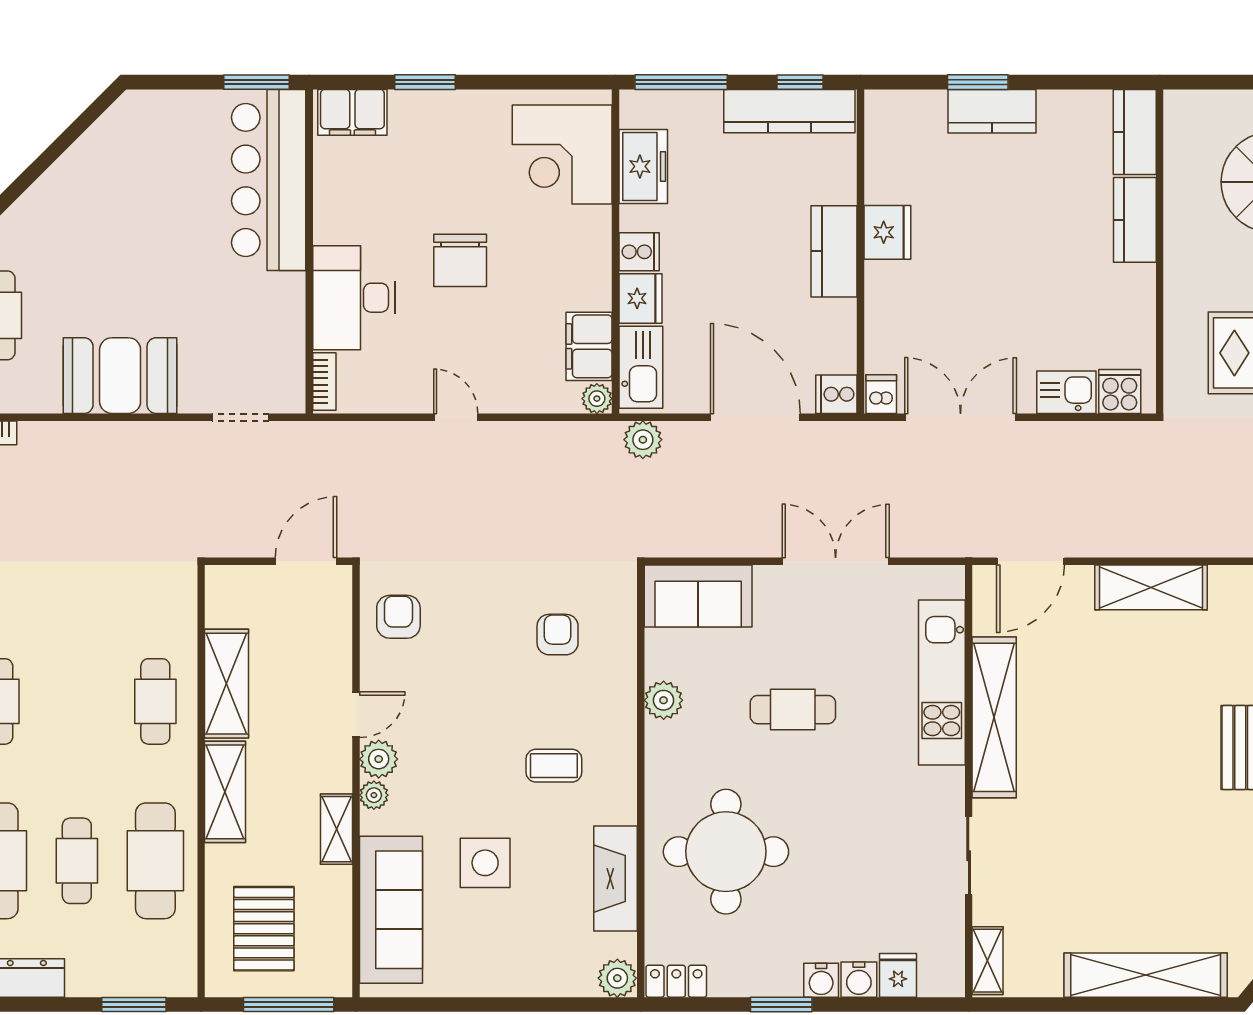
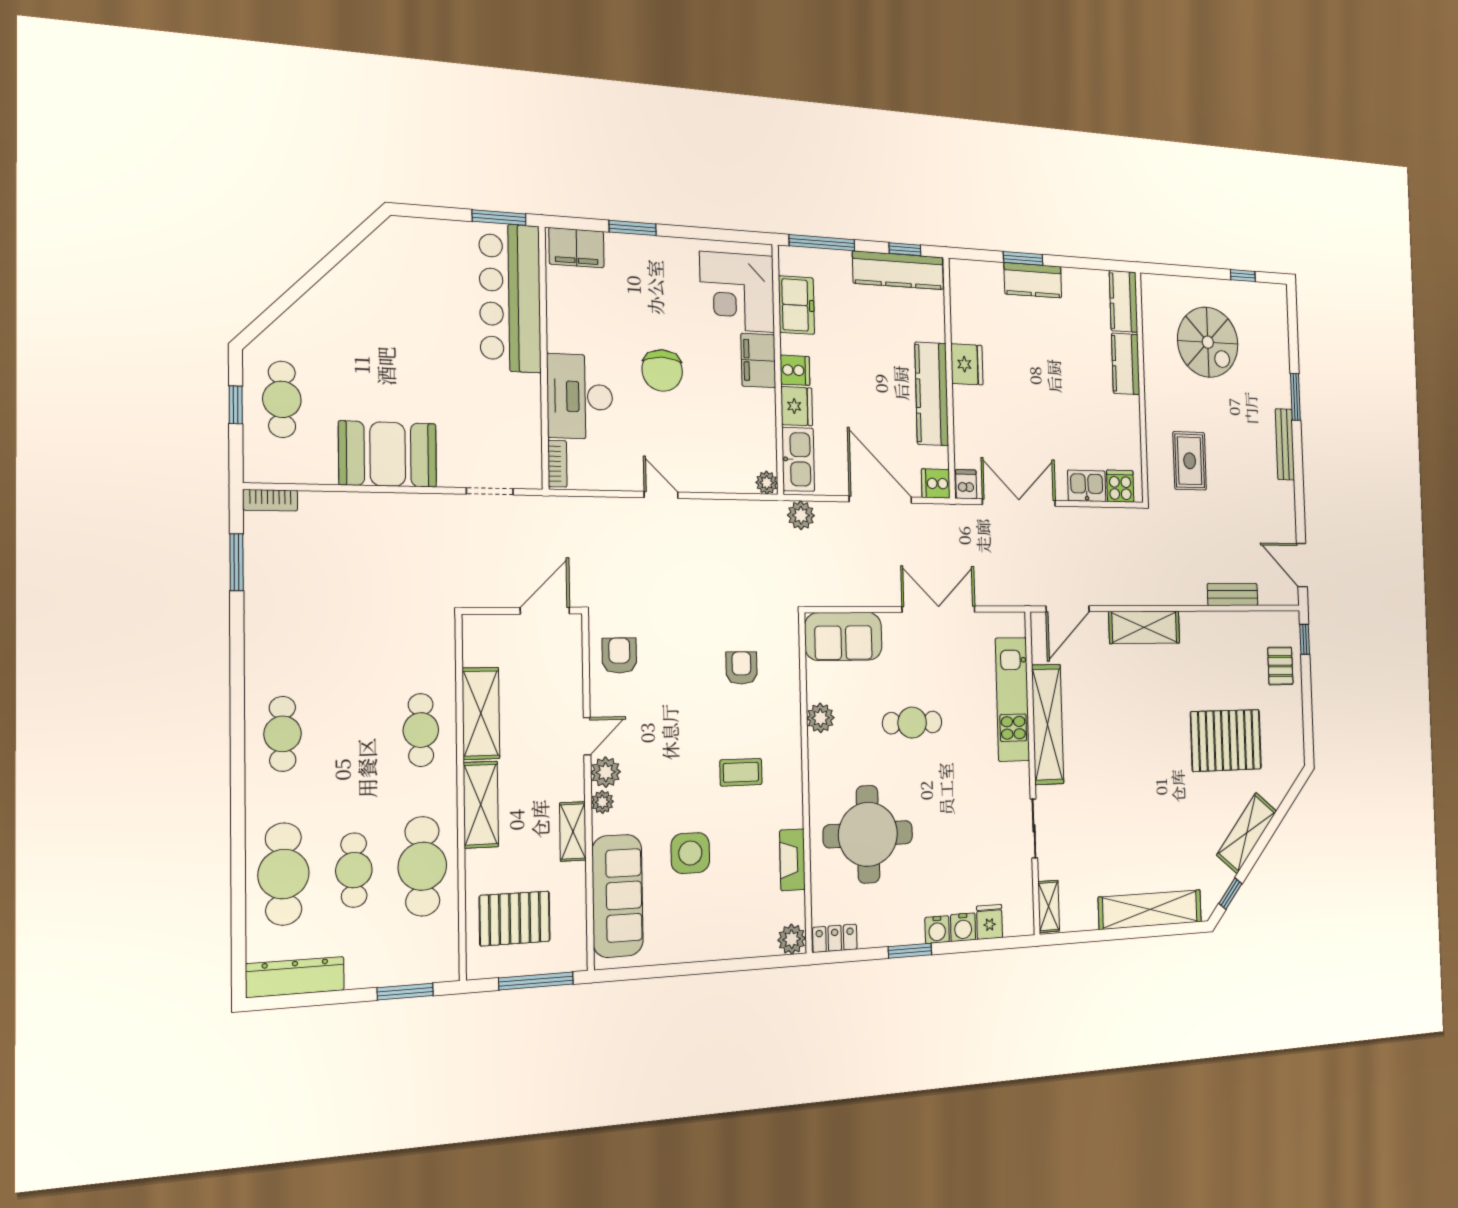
kitchen counter: (834, 251) -> (932, 394), width x1.50
filing cabinet: (589, 346) -> (758, 360), moved
fireplace: (615, 879) -> (792, 860), width x0.73, depth x0.76
pallet: (264, 929) -> (515, 918), turned 90

